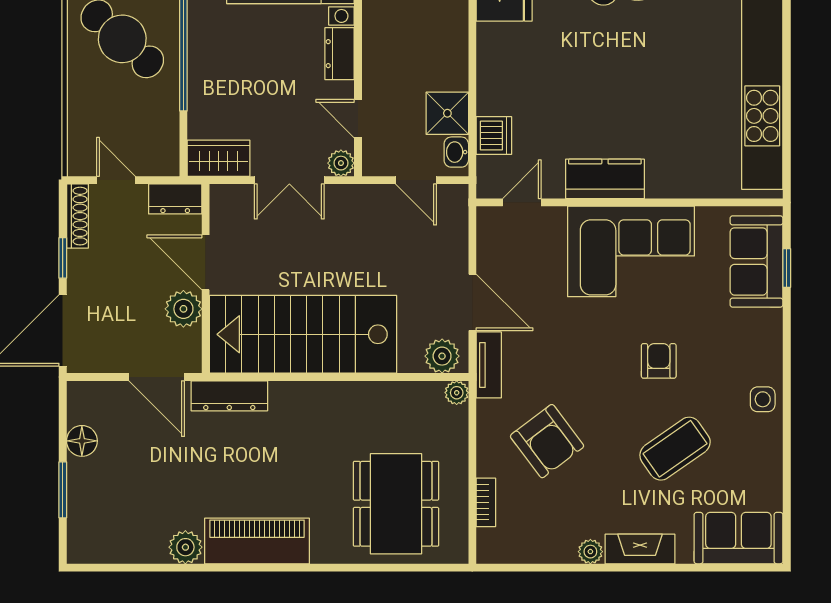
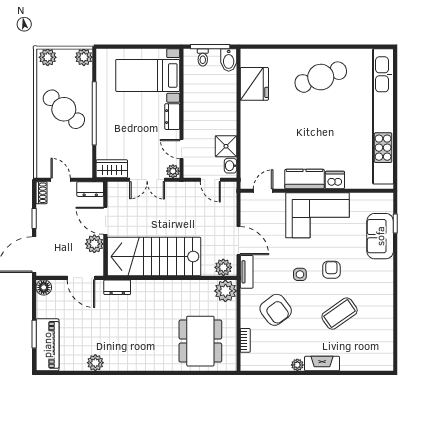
dishwasher: (494, 136) -> (335, 180), moved, turned -90
shoe rack: (77, 216) -> (41, 193), width x0.70
sofa: (756, 261) -> (380, 236), moved
plant: (457, 393) -> (225, 291), width x1.87, depth x1.87
dresser: (229, 396) -> (117, 287), width x0.70
side table: (763, 399) -> (300, 274), moved
floor lamp: (82, 441) -> (44, 287), moved
sofa: (738, 538) -> (371, 358), removed
piano: (257, 541) -> (47, 345), moved, turned 90

